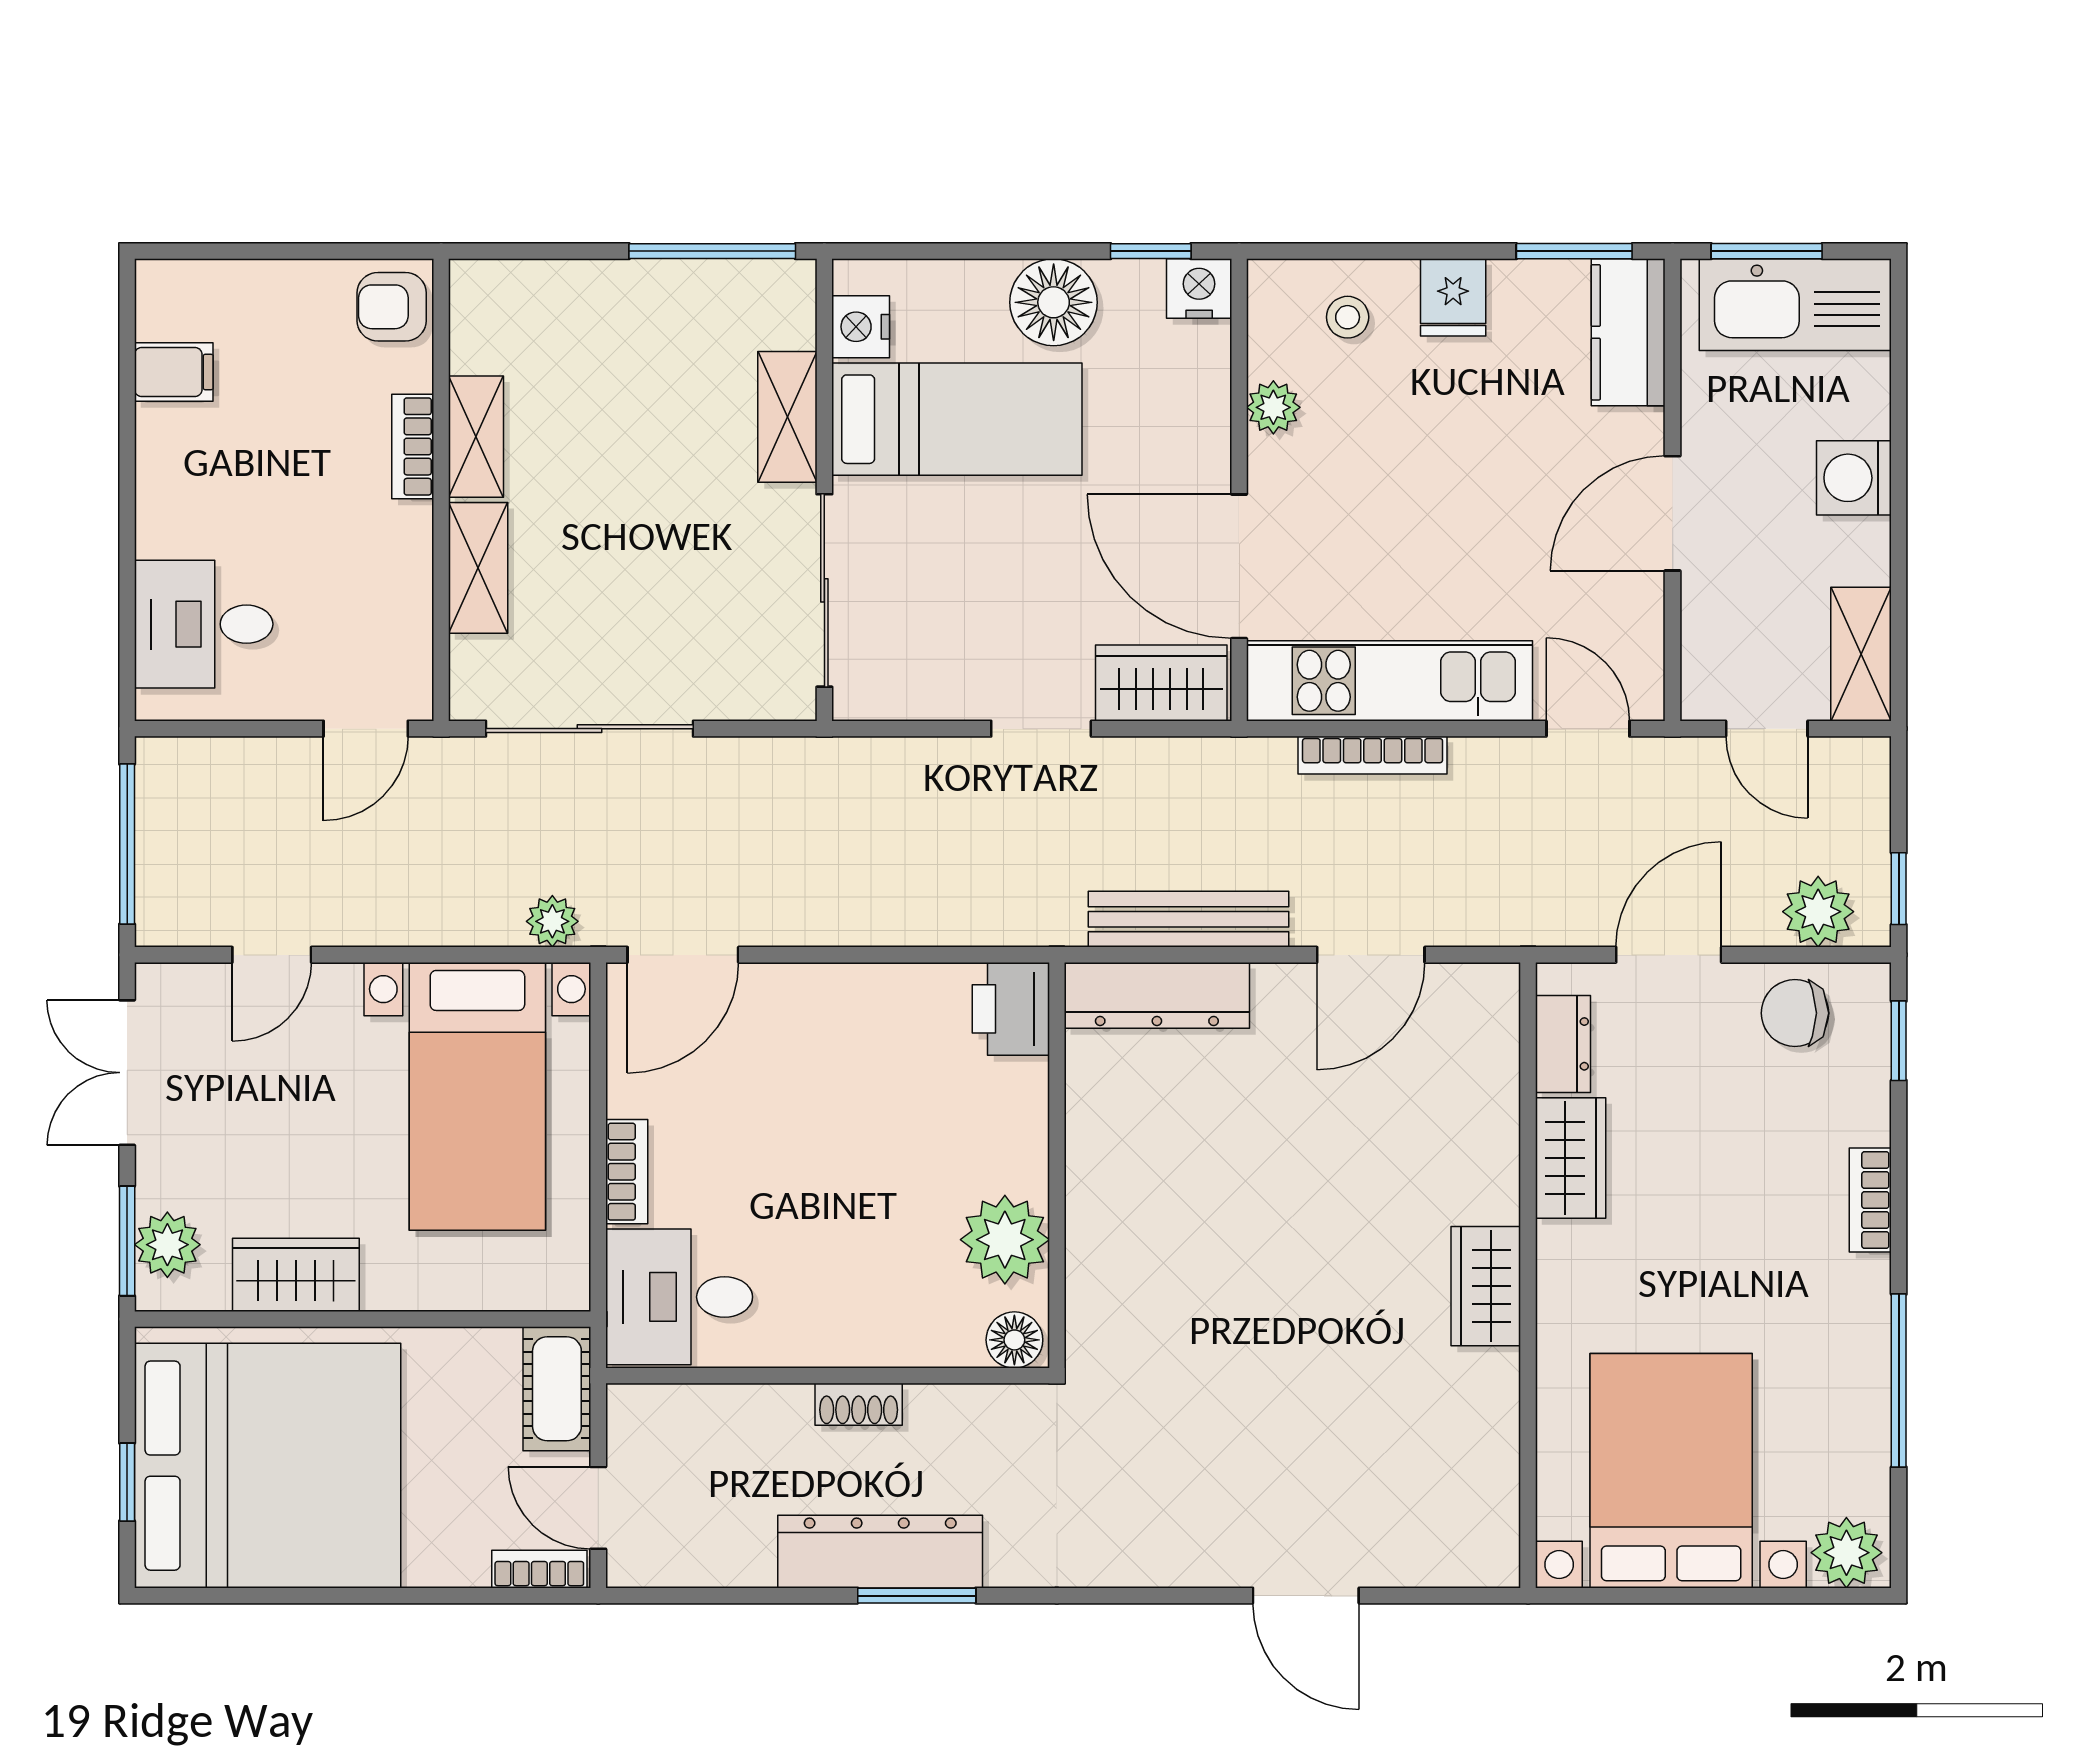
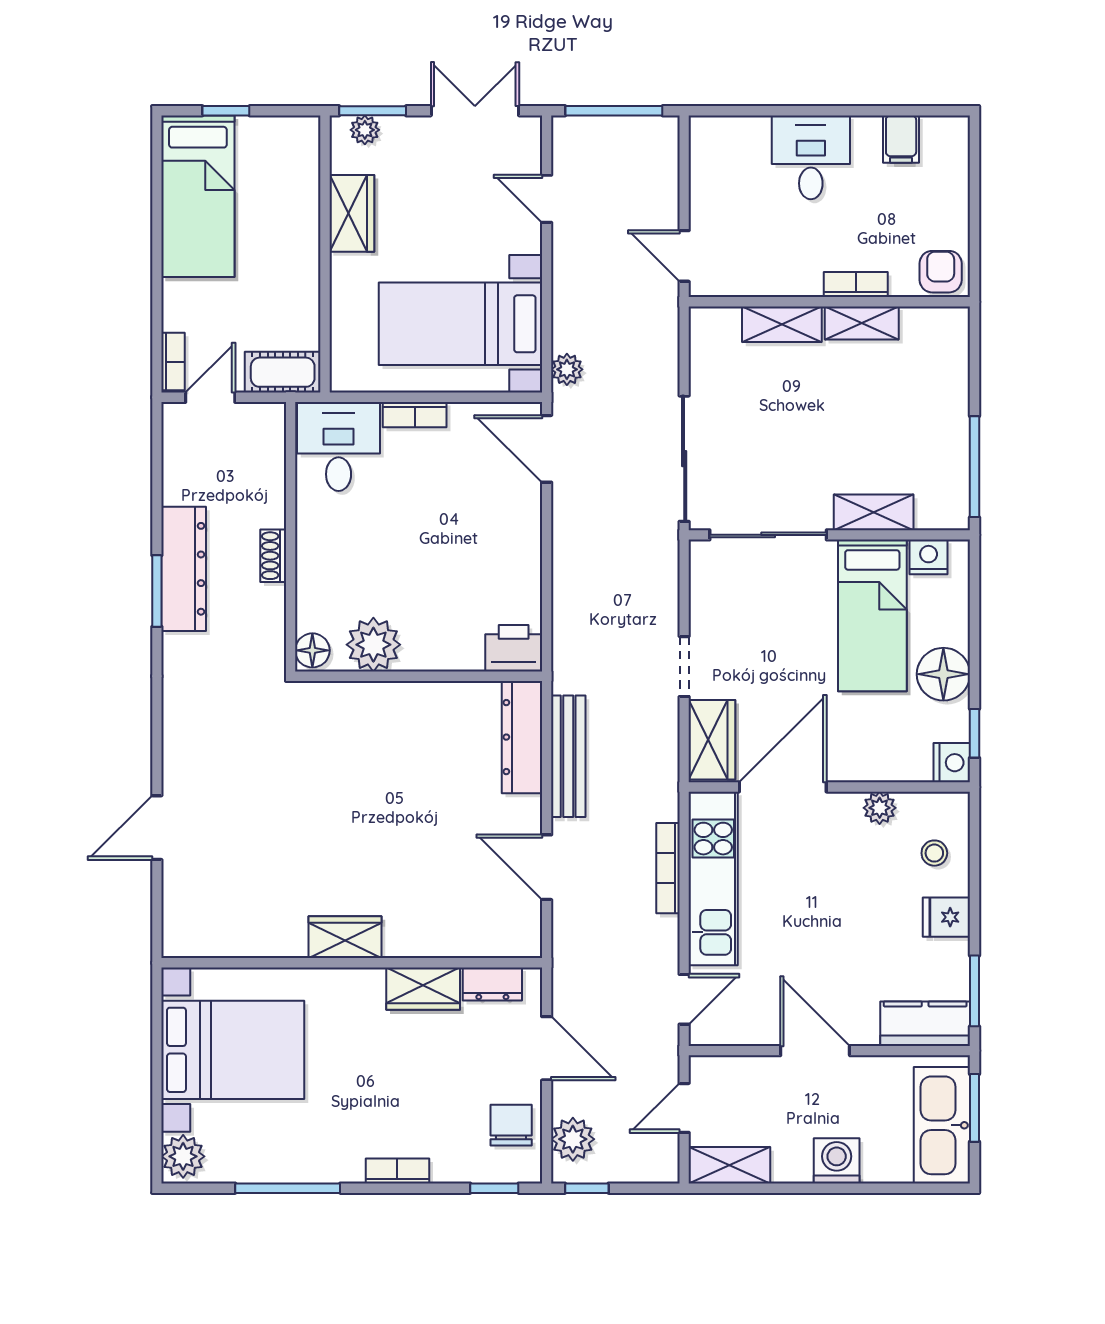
desk: (204, 624) -> (811, 157), moved
sliding door: (590, 729) -> (684, 459), moved
plant: (167, 1245) -> (365, 130), width x0.73, depth x0.73
bed: (268, 1466) -> (198, 196), width x0.49

